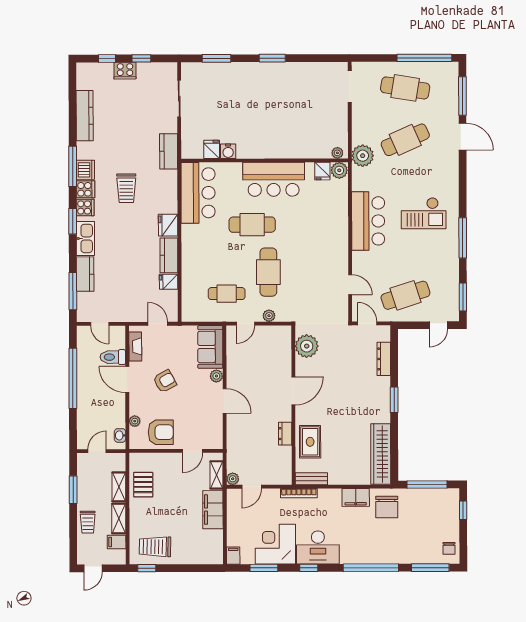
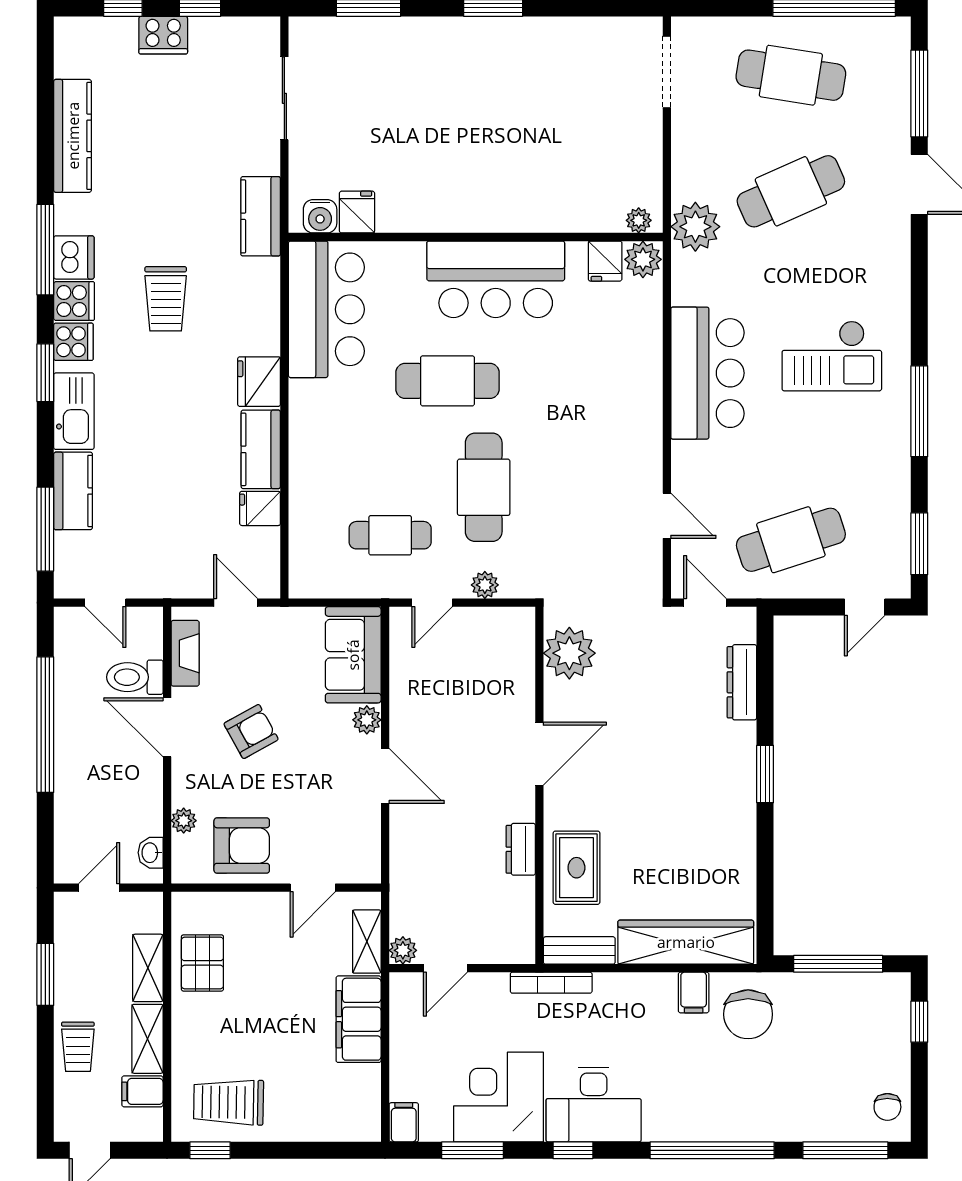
water cooler: (228, 151) -> (320, 216), moved
wardrobe: (381, 454) -> (686, 942), moved, turned 90
filing cabinet: (356, 497) -> (694, 993), width x0.50

